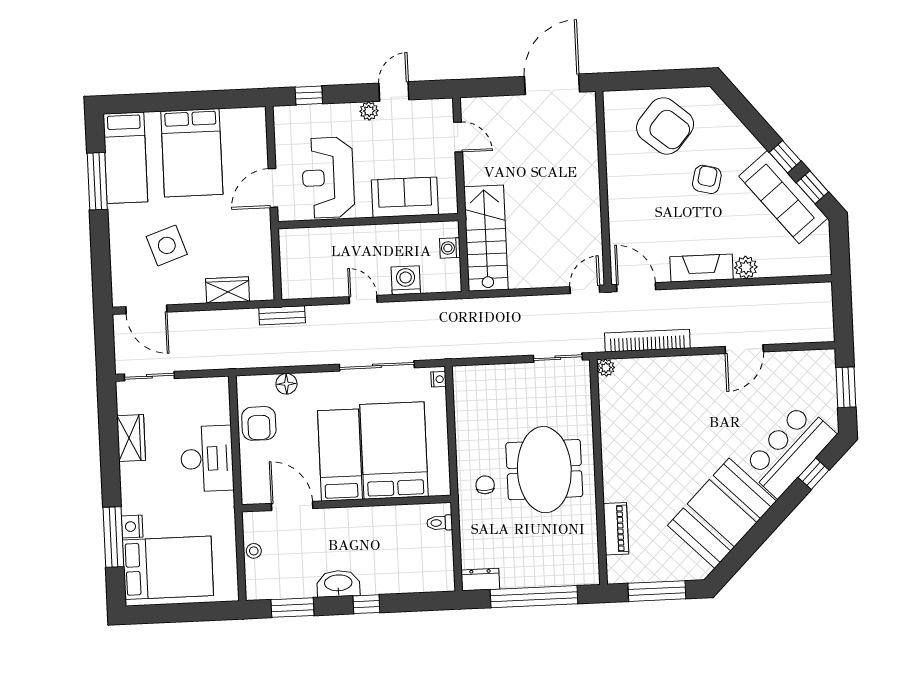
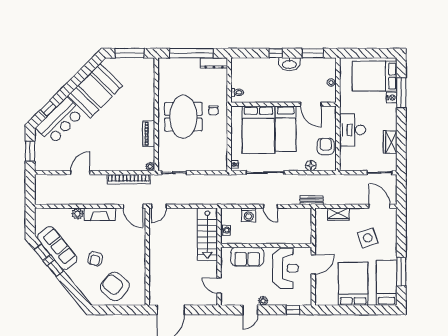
piano: (616, 529) -> (149, 134), moved
dresser: (480, 580) -> (214, 63), width x1.44

